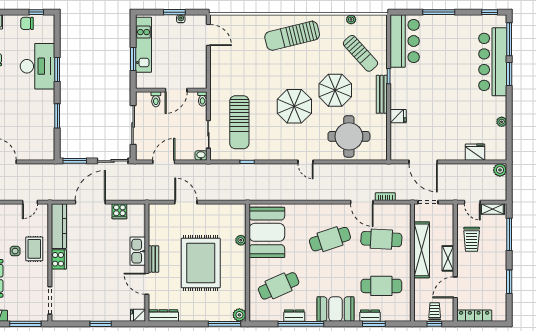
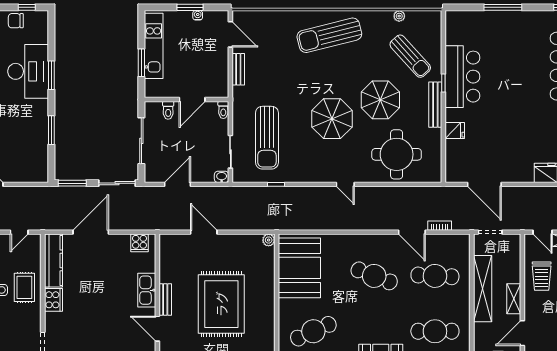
bar counter: (405, 41) -> (462, 77), moved
bench: (215, 64) -> (238, 69), added
cooker: (119, 211) -> (139, 243), moved
cafe table: (330, 239) -> (374, 276), turned 39
plant: (241, 240) -> (269, 240), moved

